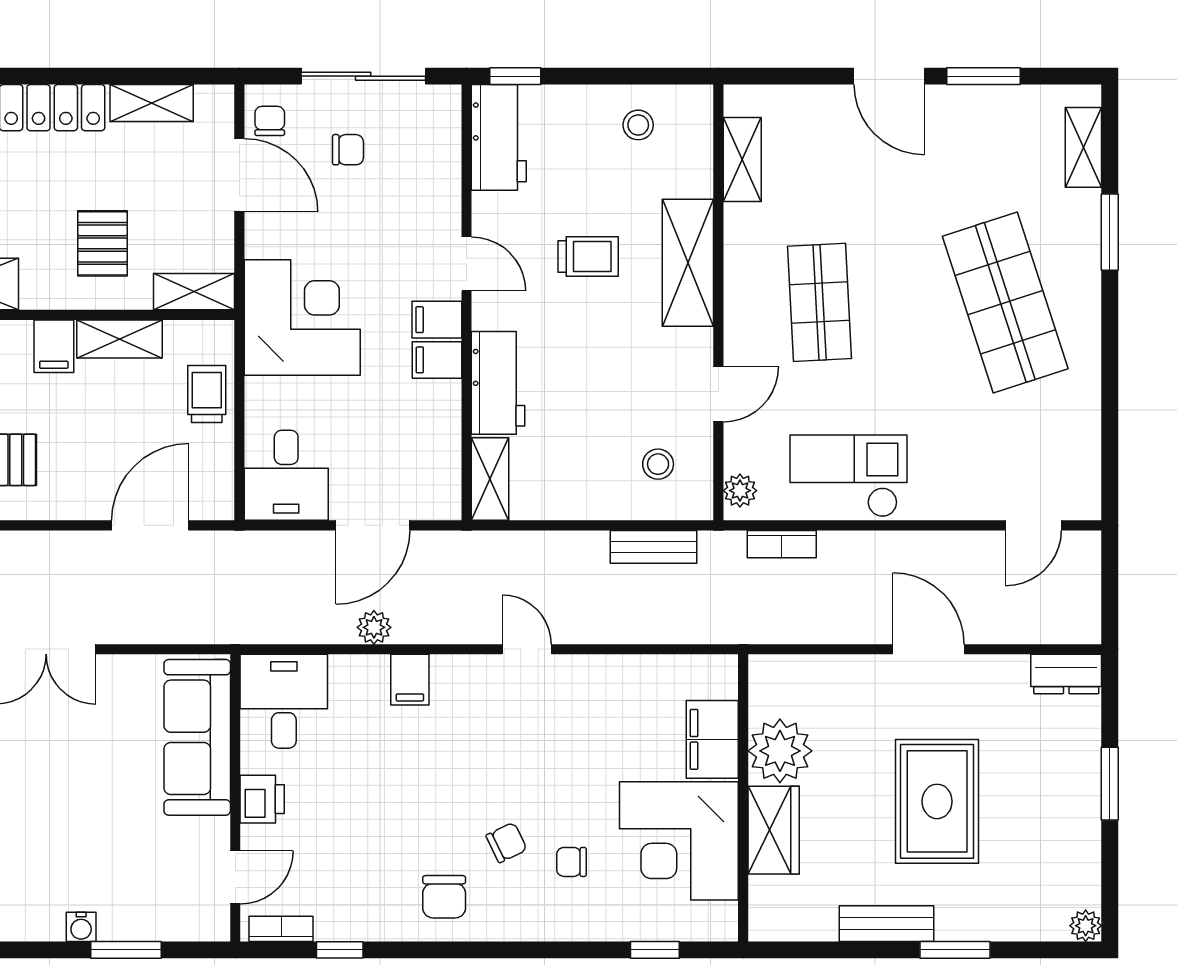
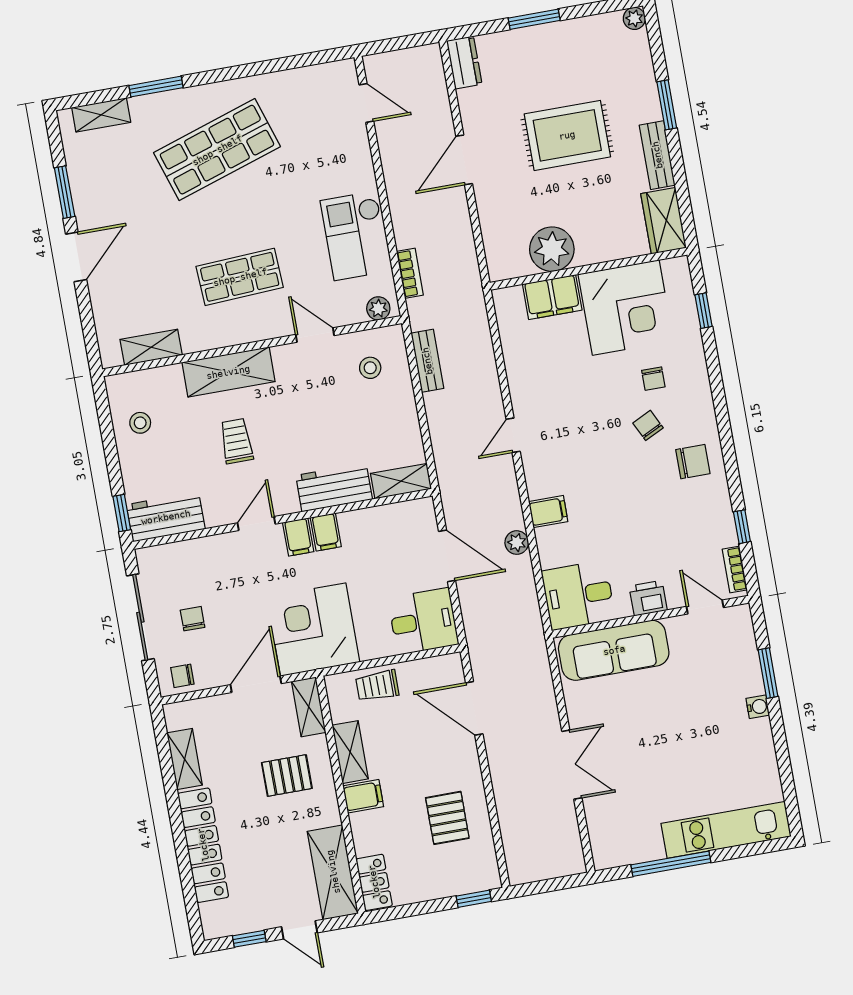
door: (239, 175) -> (256, 684), moved
wardrobe: (774, 830) -> (664, 221), moved, turned -90

